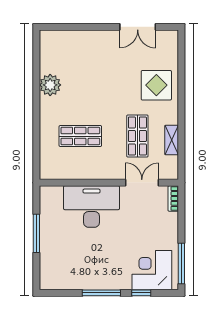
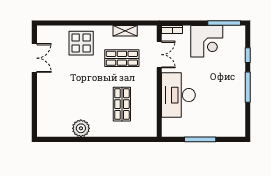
double door: (142, 183) -> (159, 55), swing flipped
corner desk: (152, 270) -> (207, 41), moved, turned -90

